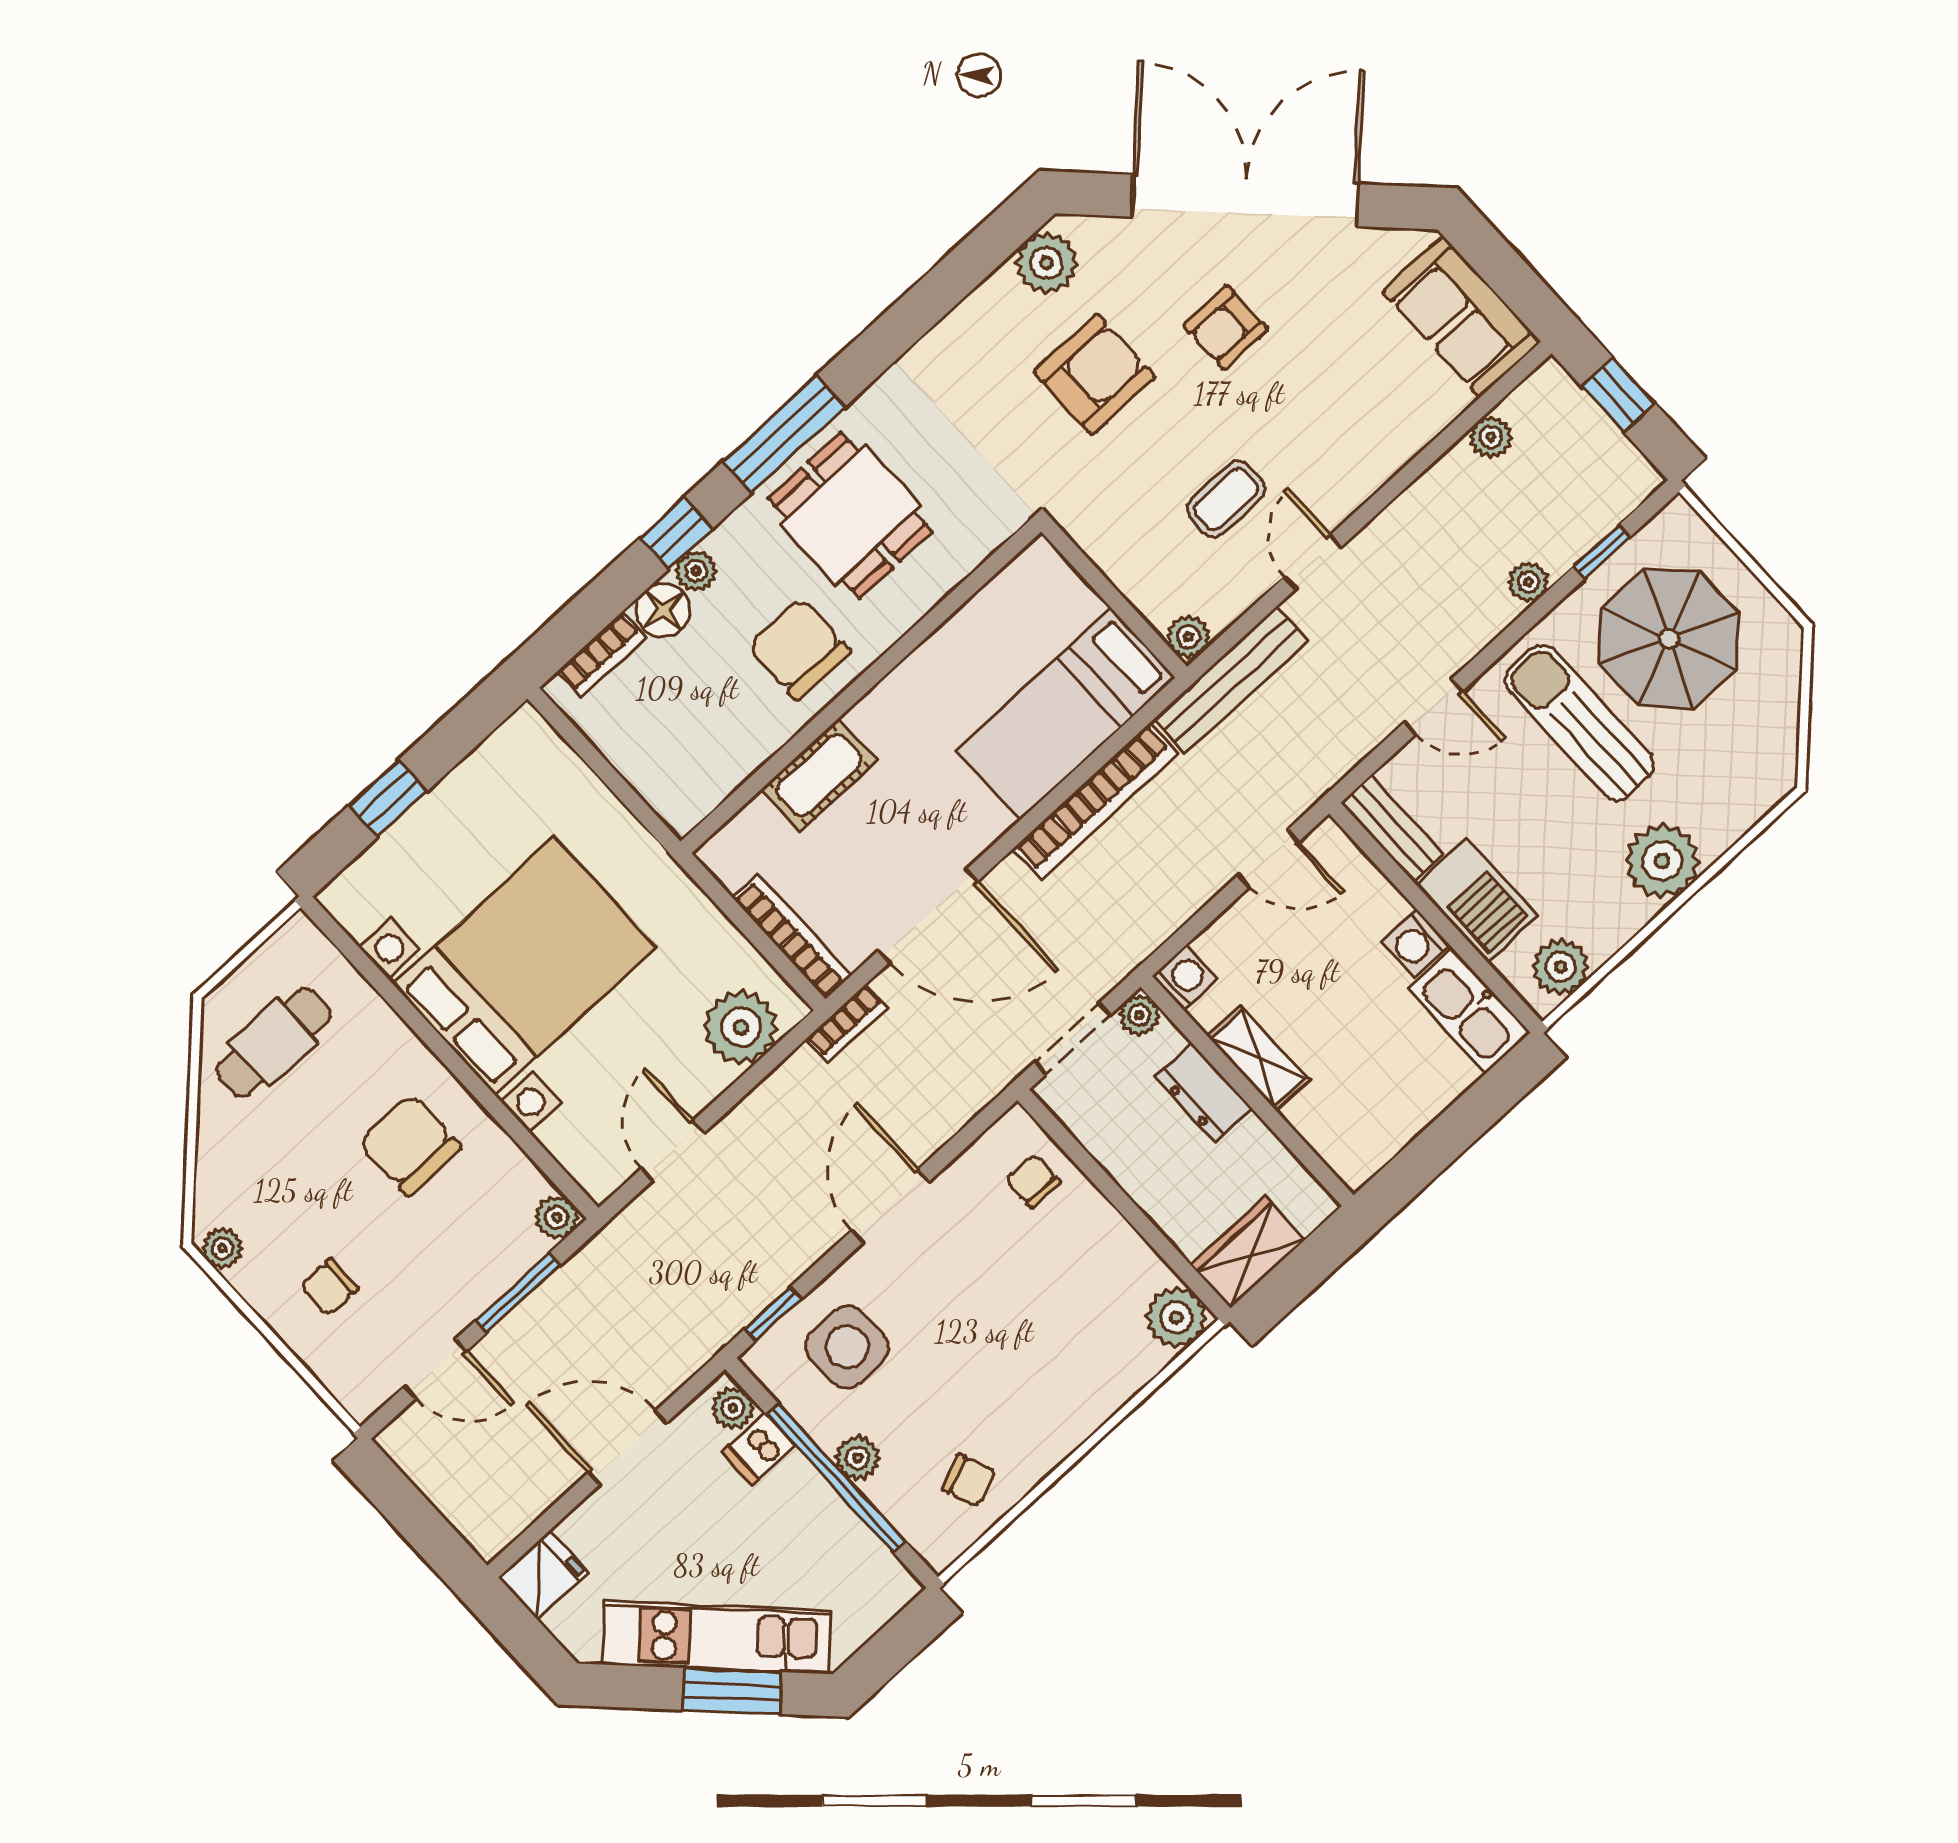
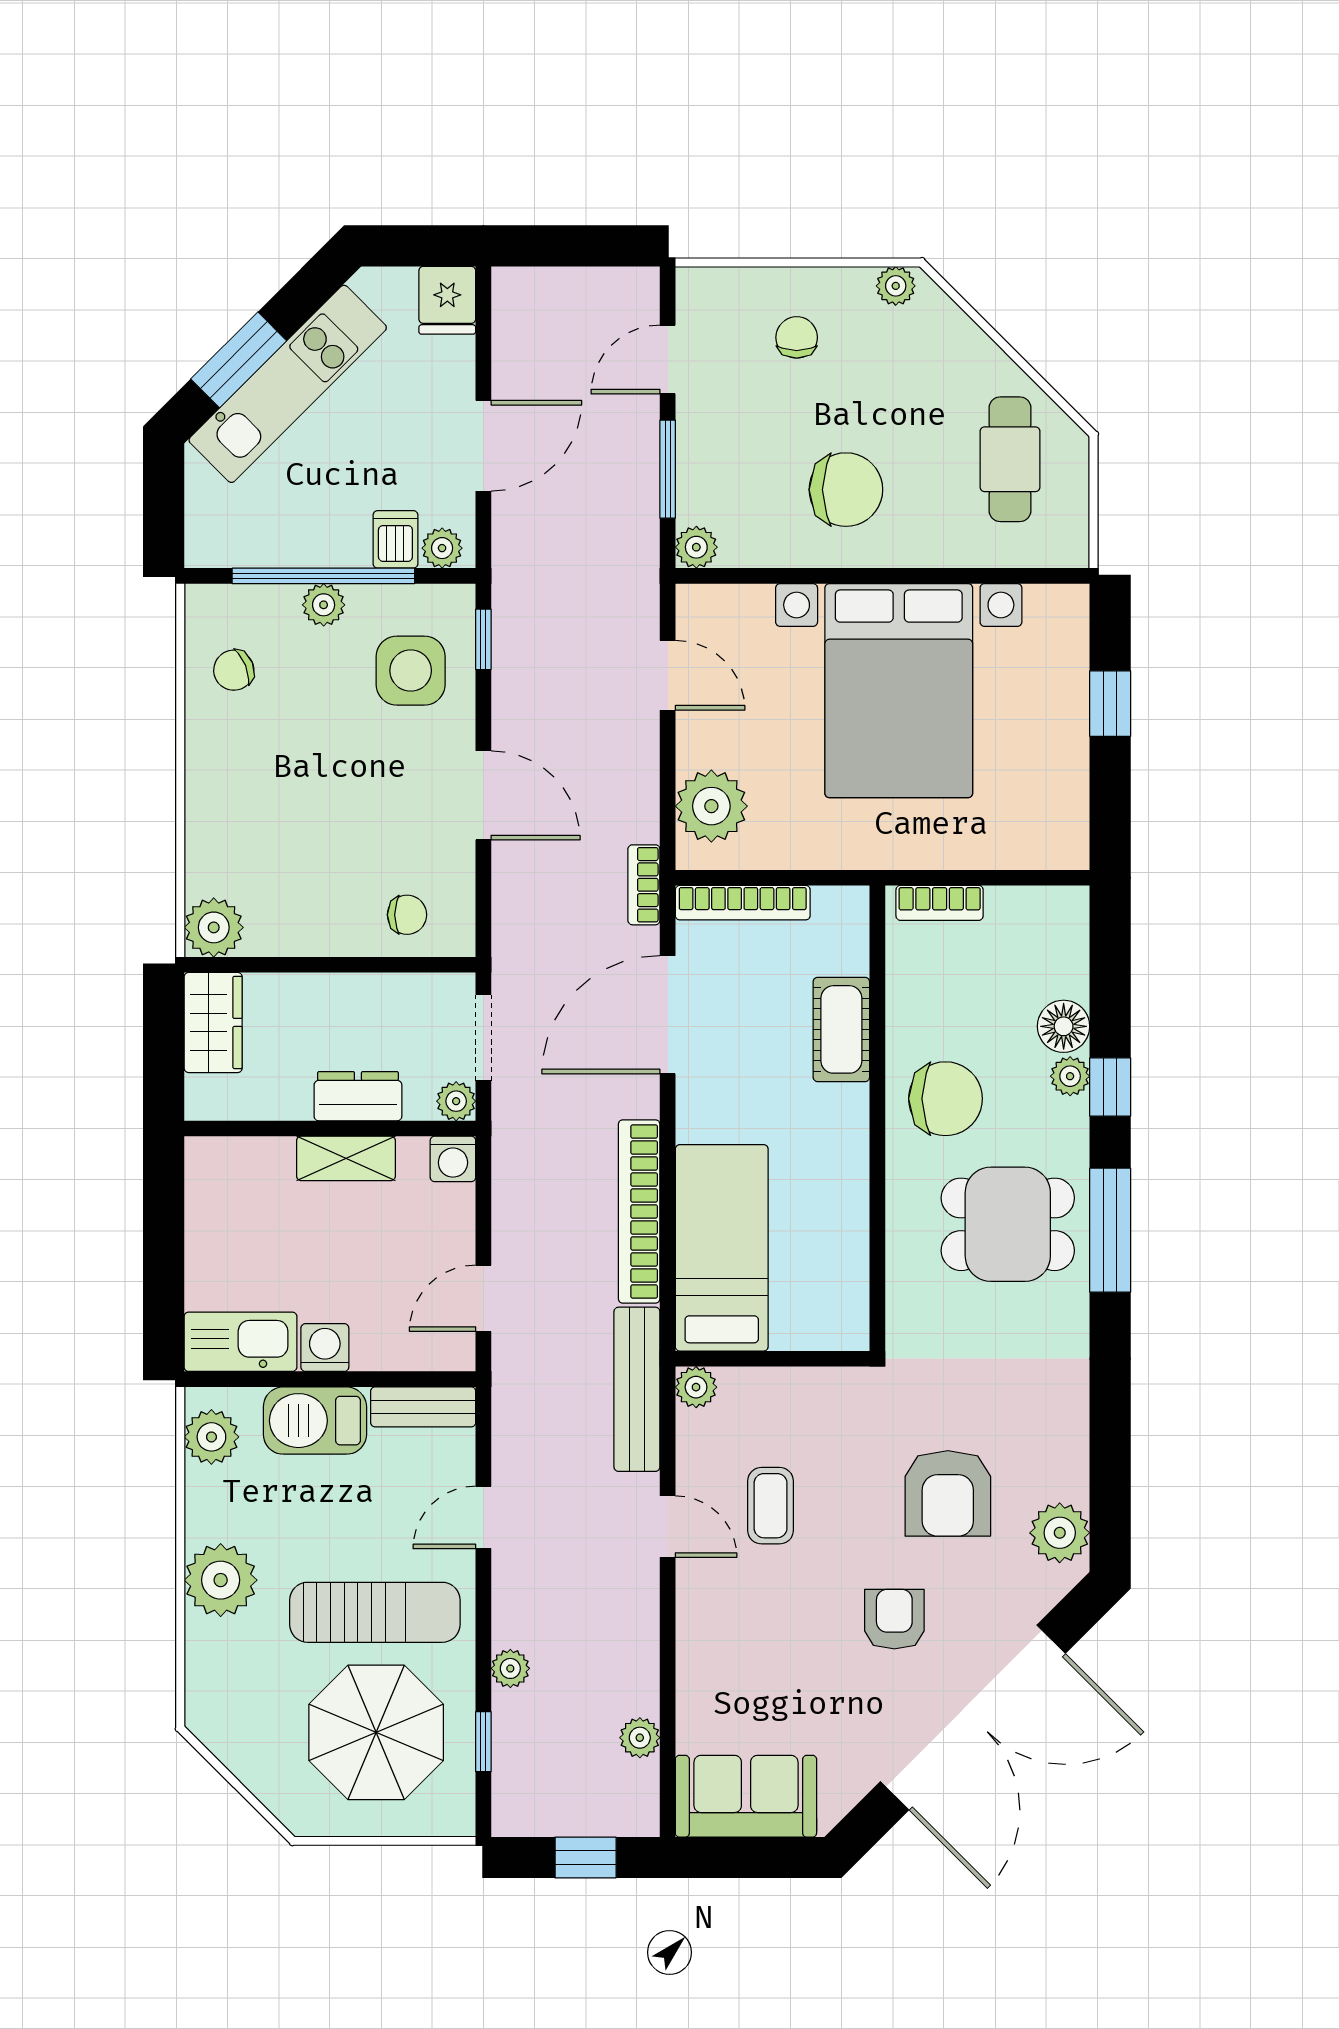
bookcase: (601, 655) -> (940, 903), moved, turned -90

